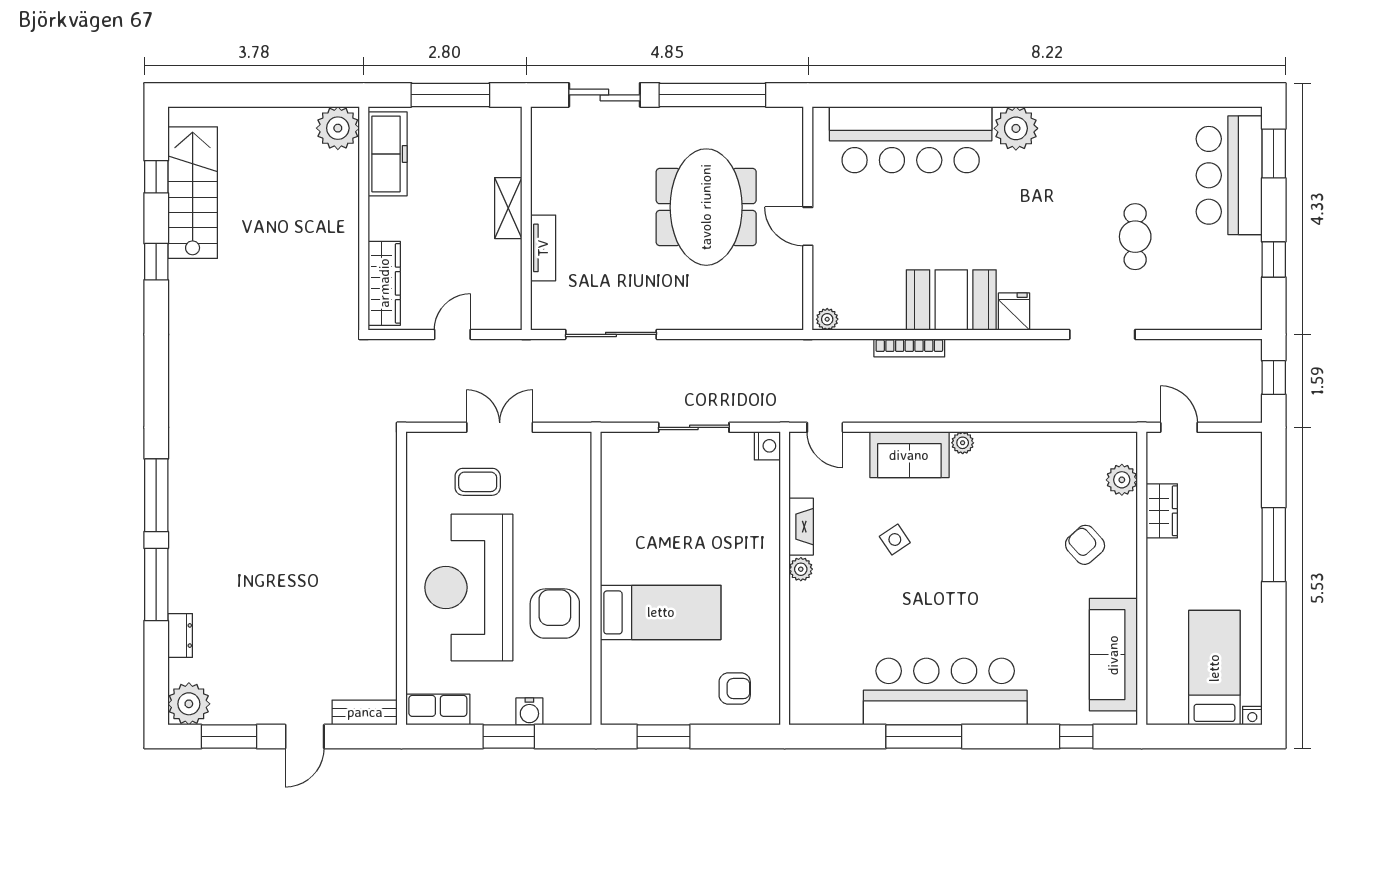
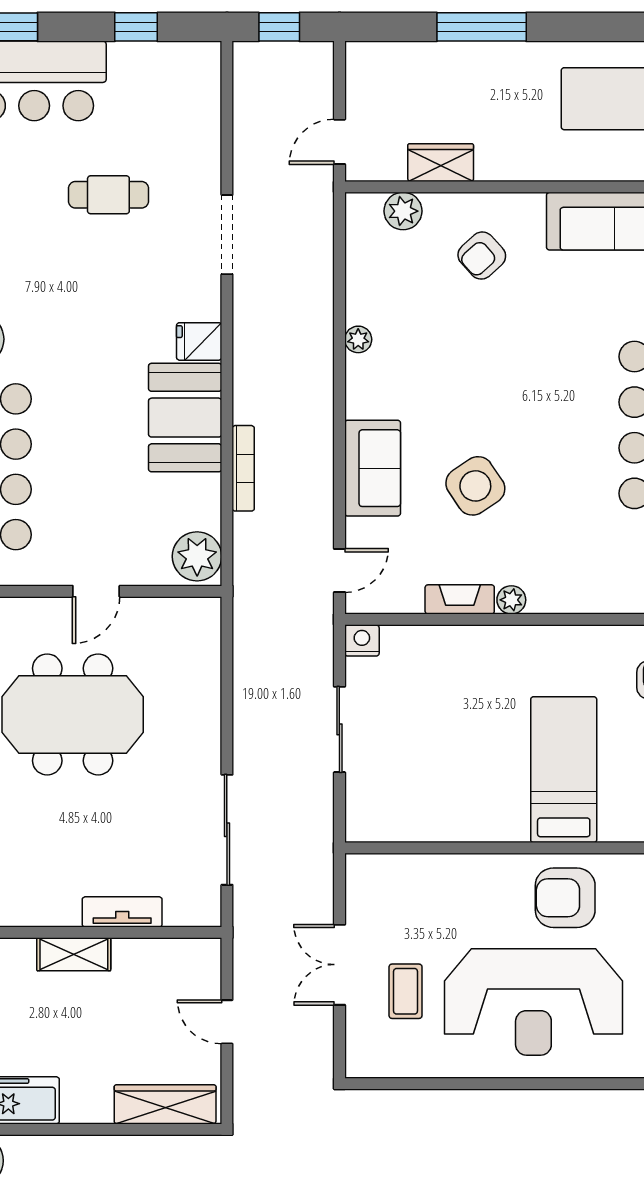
plant: (827, 319) -> (197, 556), width x1.87, depth x1.87
plant: (963, 443) -> (358, 339), moved
side table: (895, 540) -> (475, 486), width x1.87, depth x1.87

